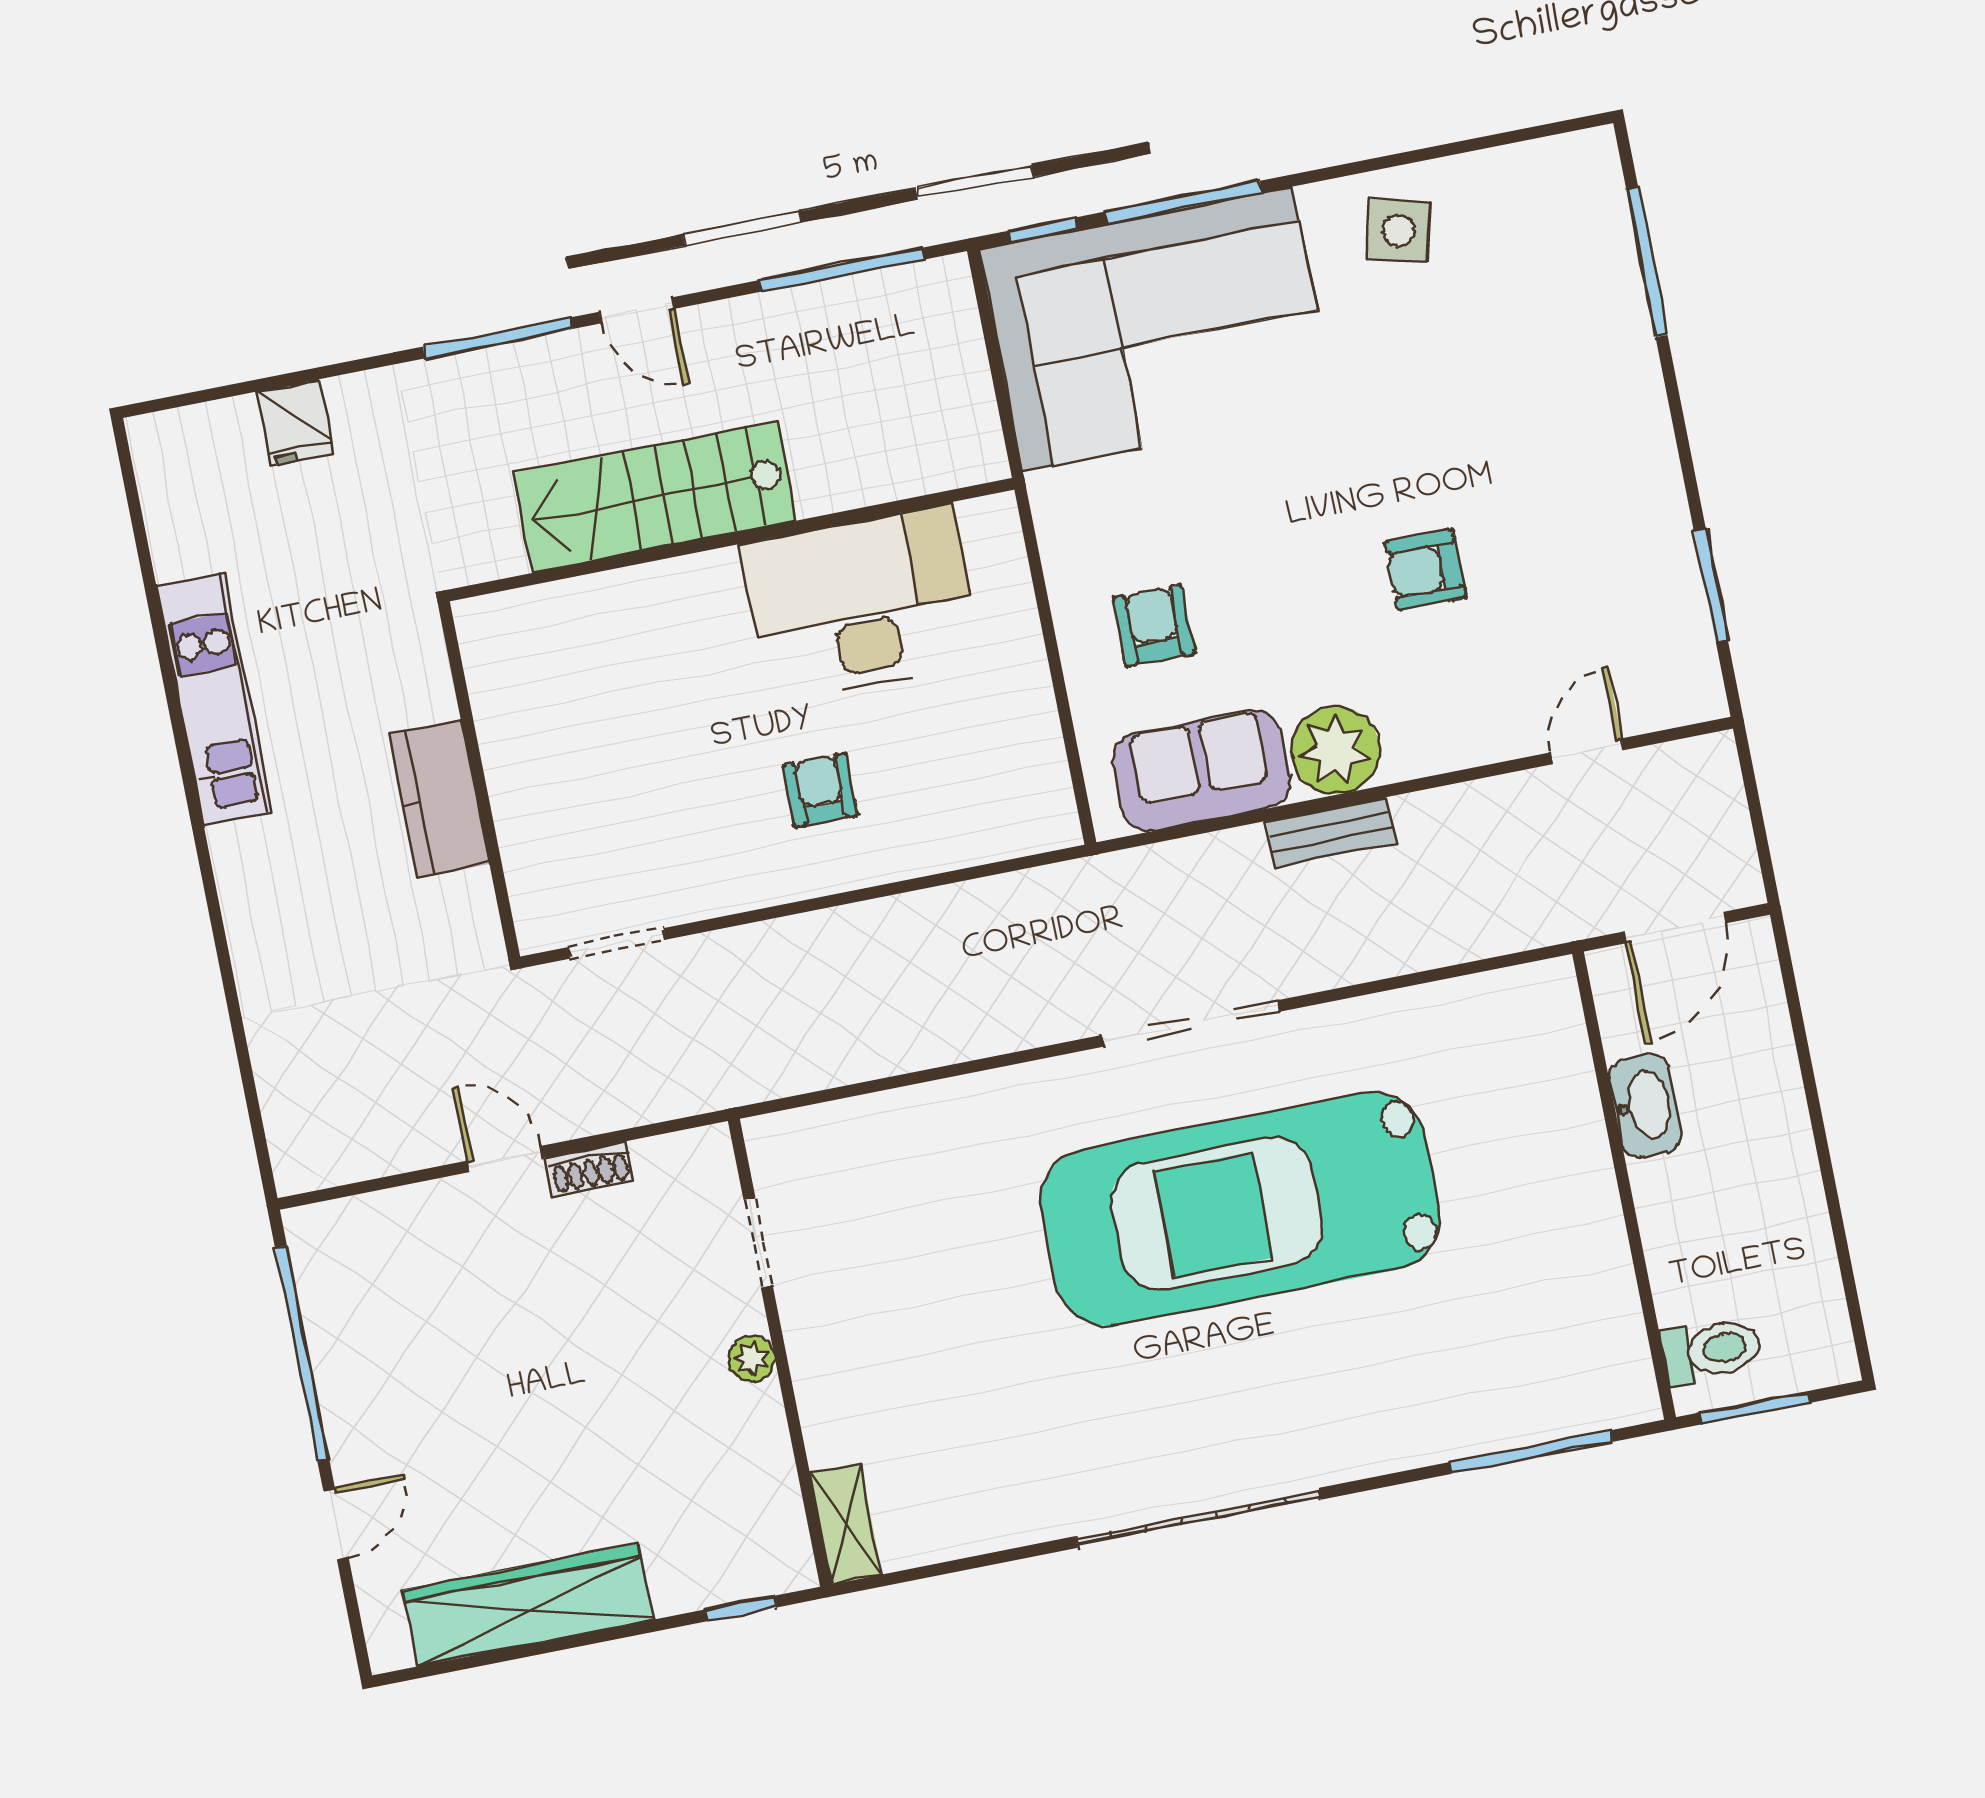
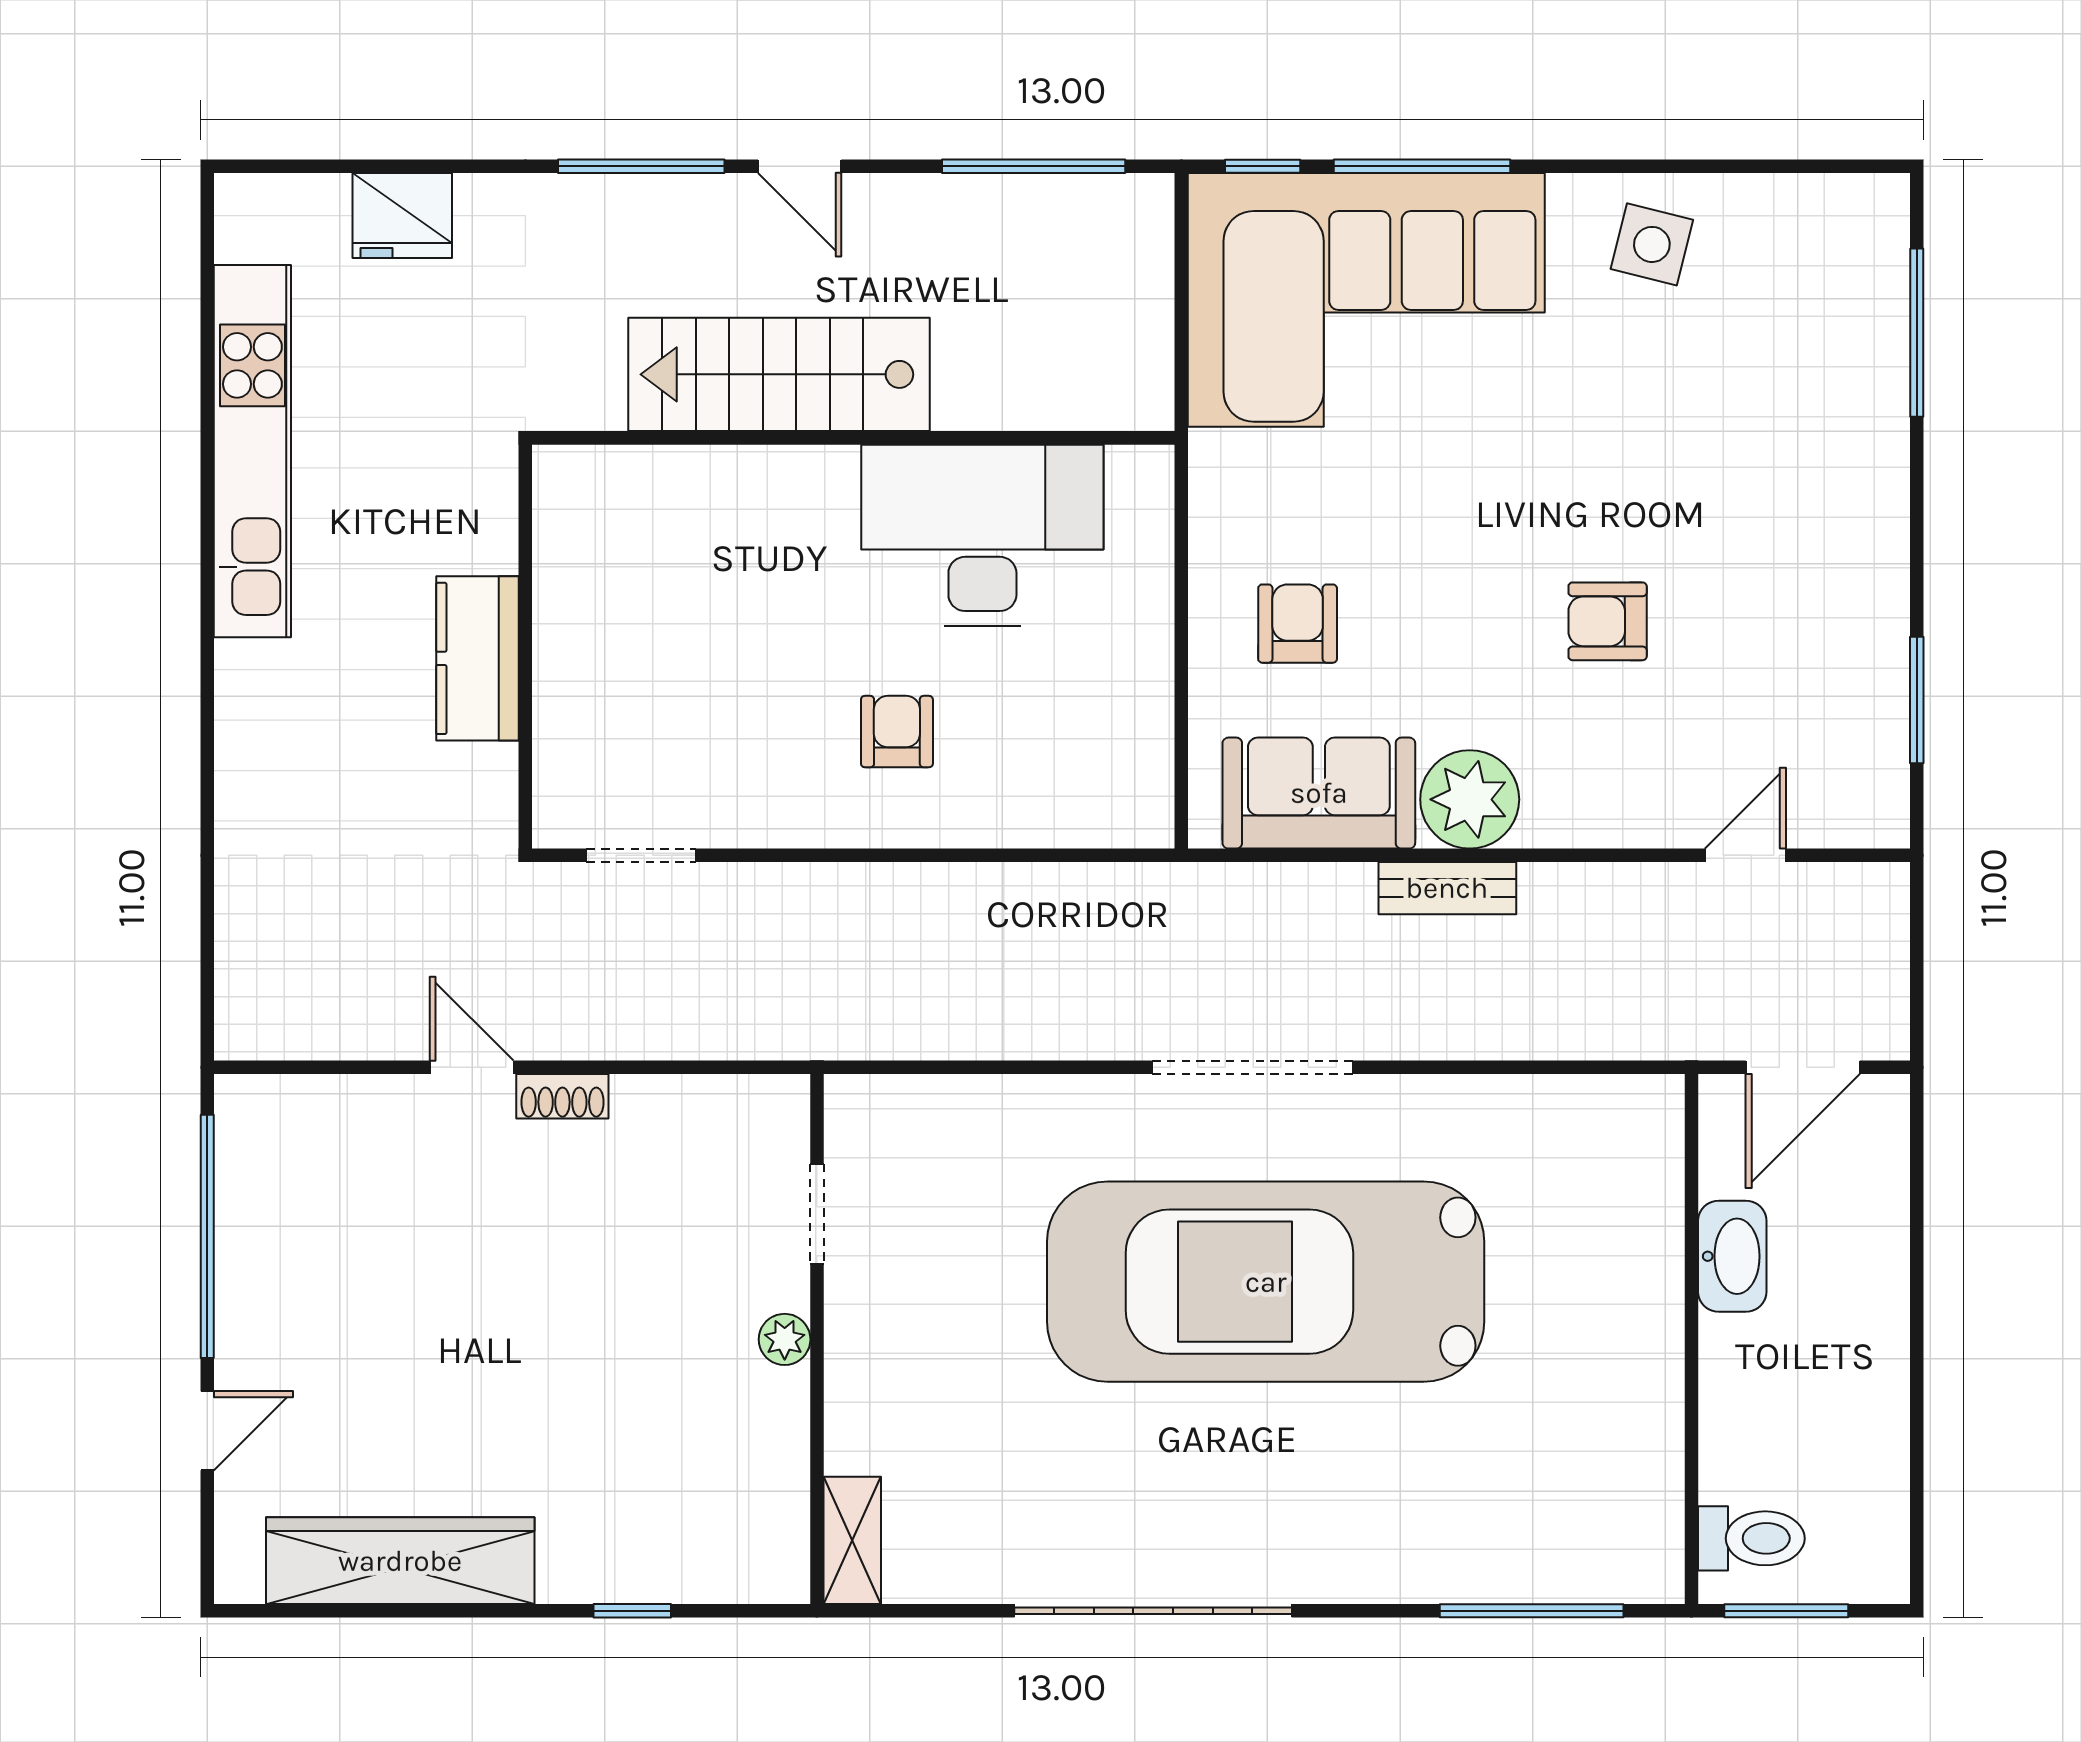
fridge: (296, 423) -> (402, 216), width x1.38
kitchen unit: (214, 700) -> (252, 451), width x1.36
doorway: (758, 1243) -> (817, 1214), moved
wall: (780, 1353) -> (817, 1339), moved
plant: (752, 1359) -> (785, 1339), moved
shelving: (846, 1523) -> (852, 1540), moved

